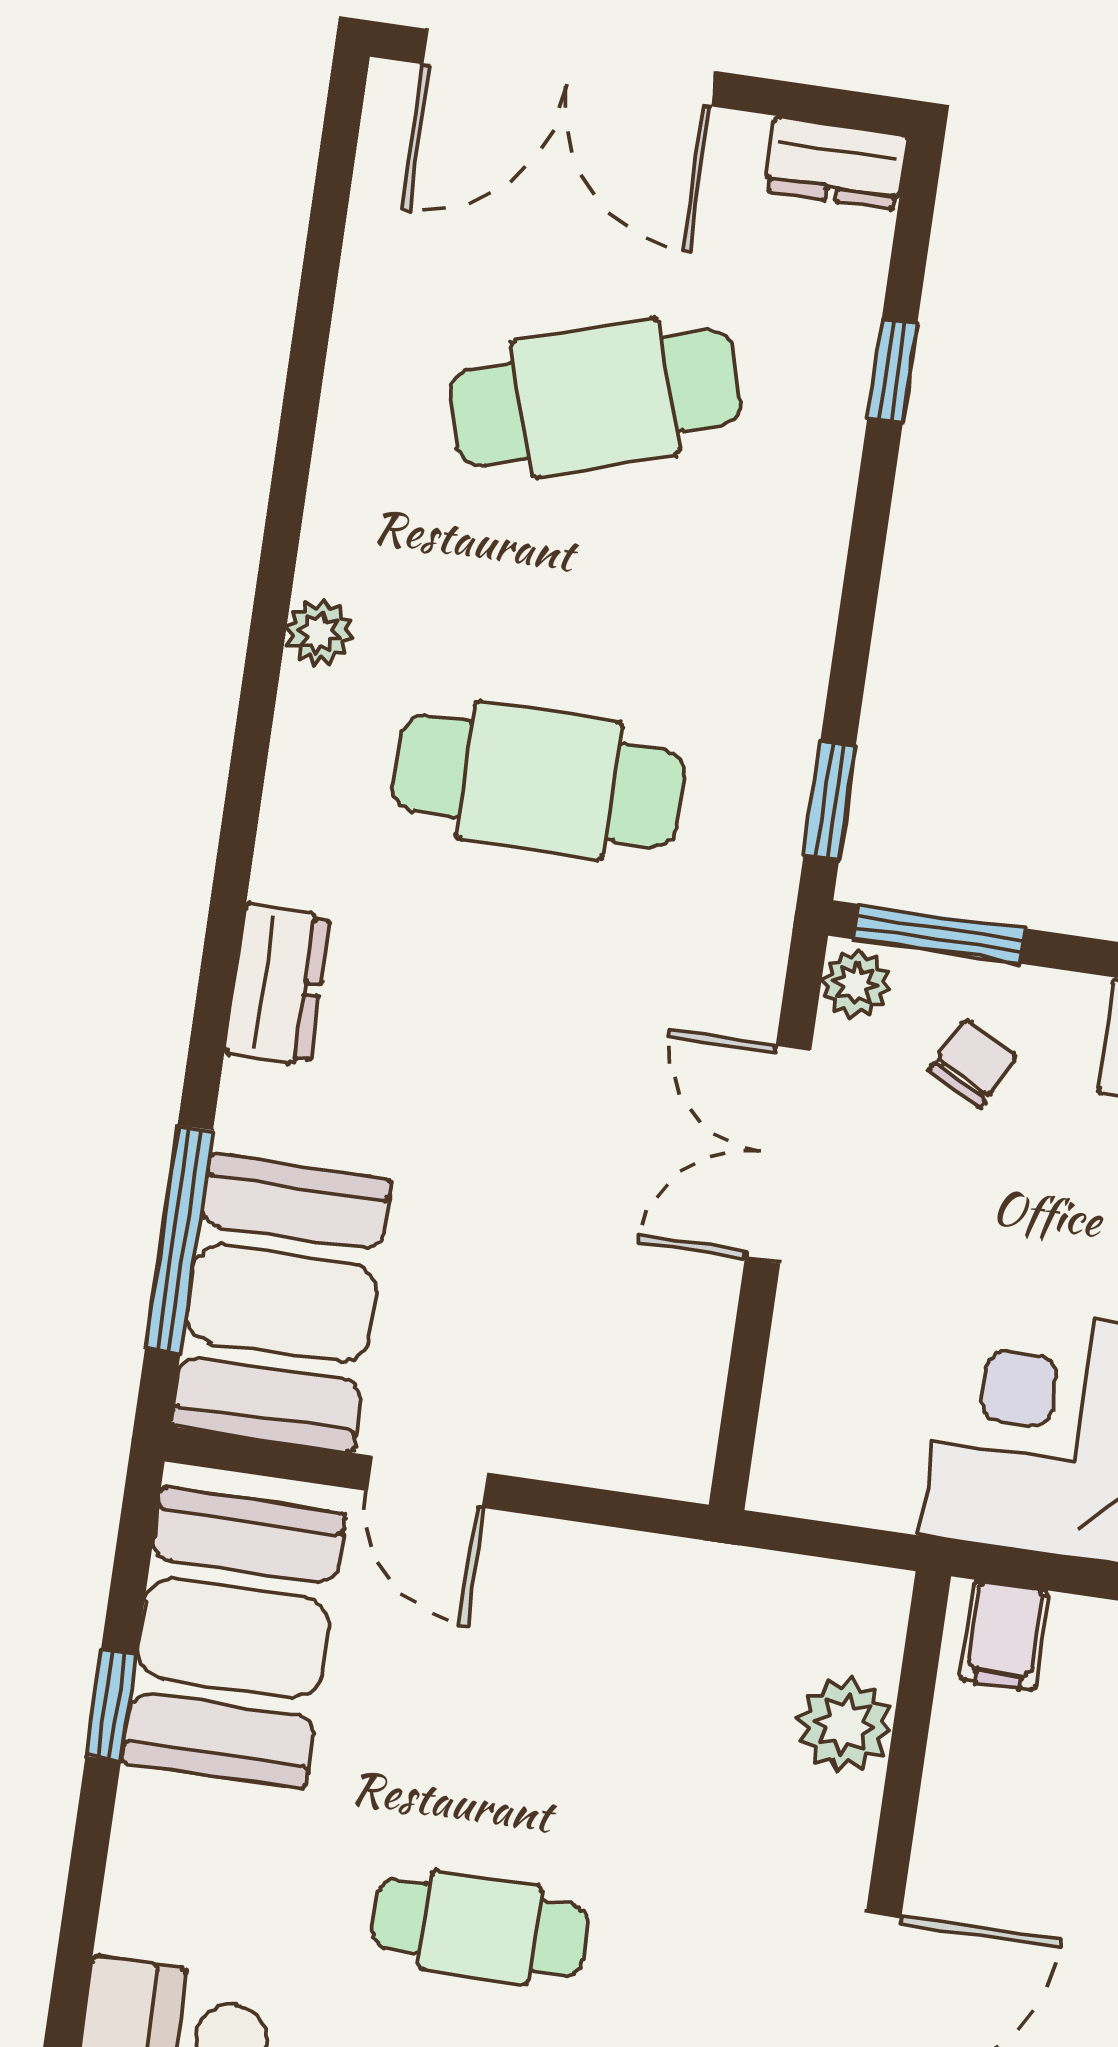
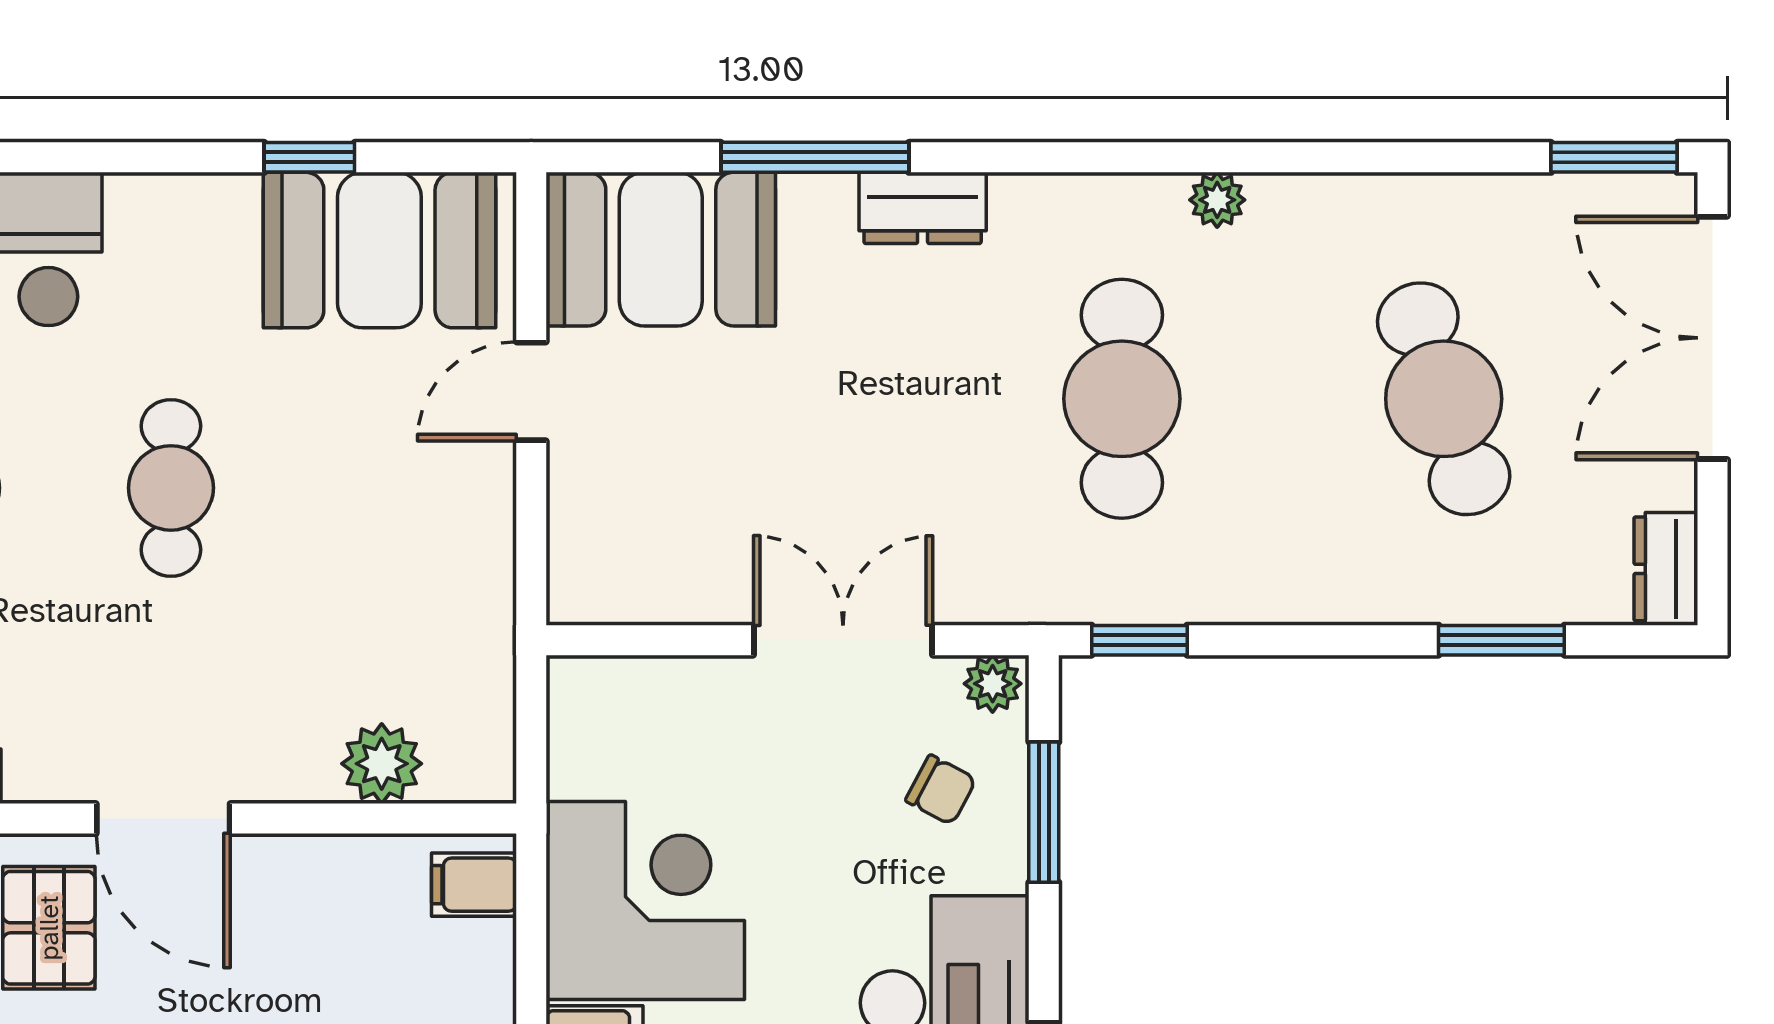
window: (337, 153) -> (1614, 157), added
window: (892, 371) -> (1501, 640), width x1.50
window: (939, 934) -> (1044, 812), moved
window: (179, 1239) -> (815, 157), moved

